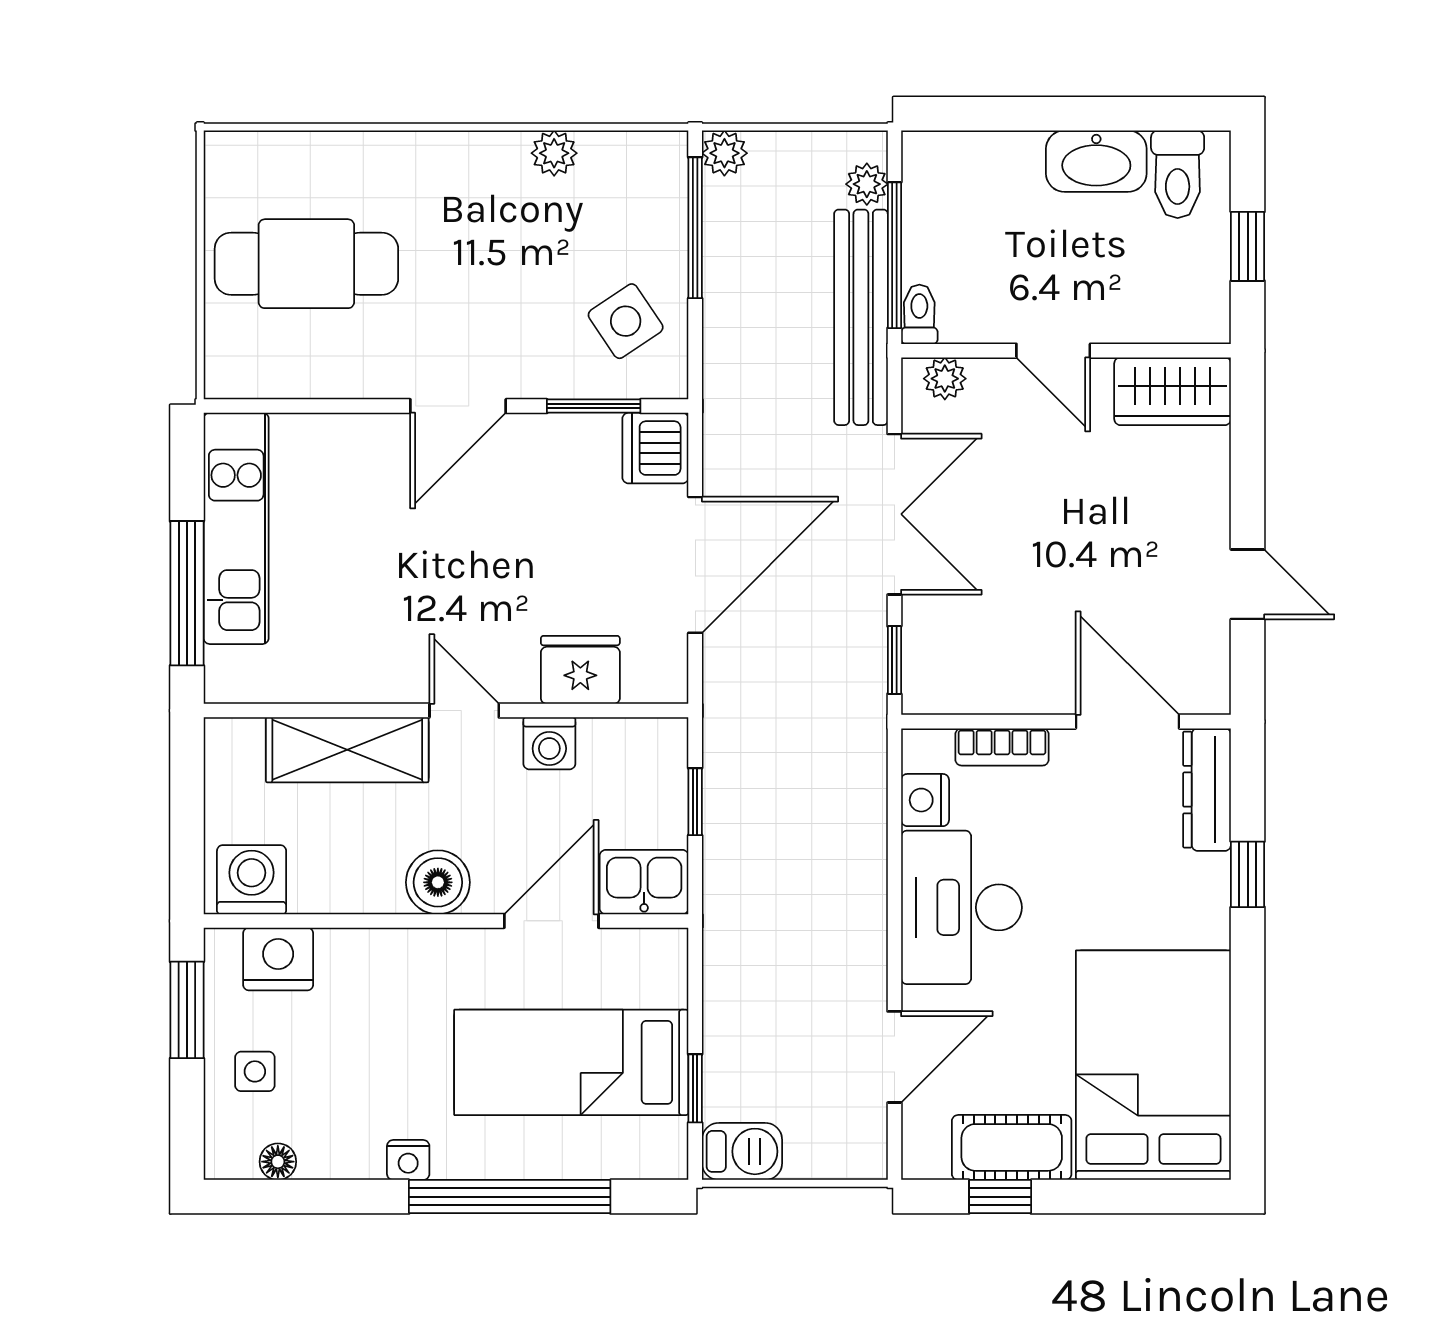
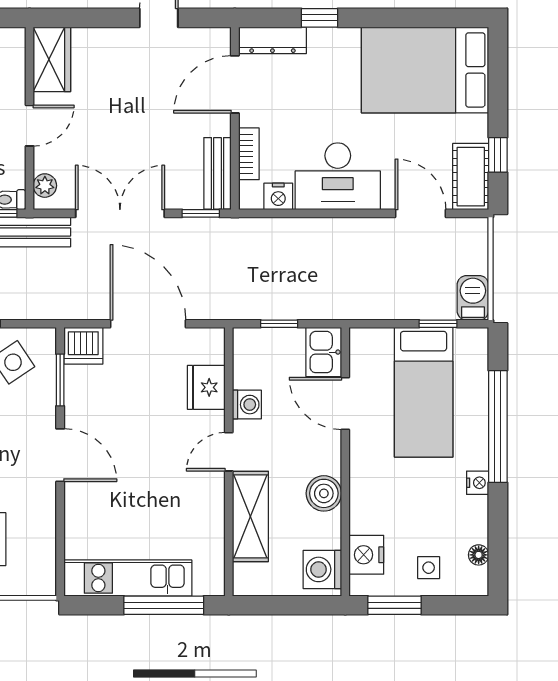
bench: (967, 690) -> (218, 173), added
boiler: (438, 882) -> (324, 493), moved
cot: (1012, 1147) -> (471, 177), moved

